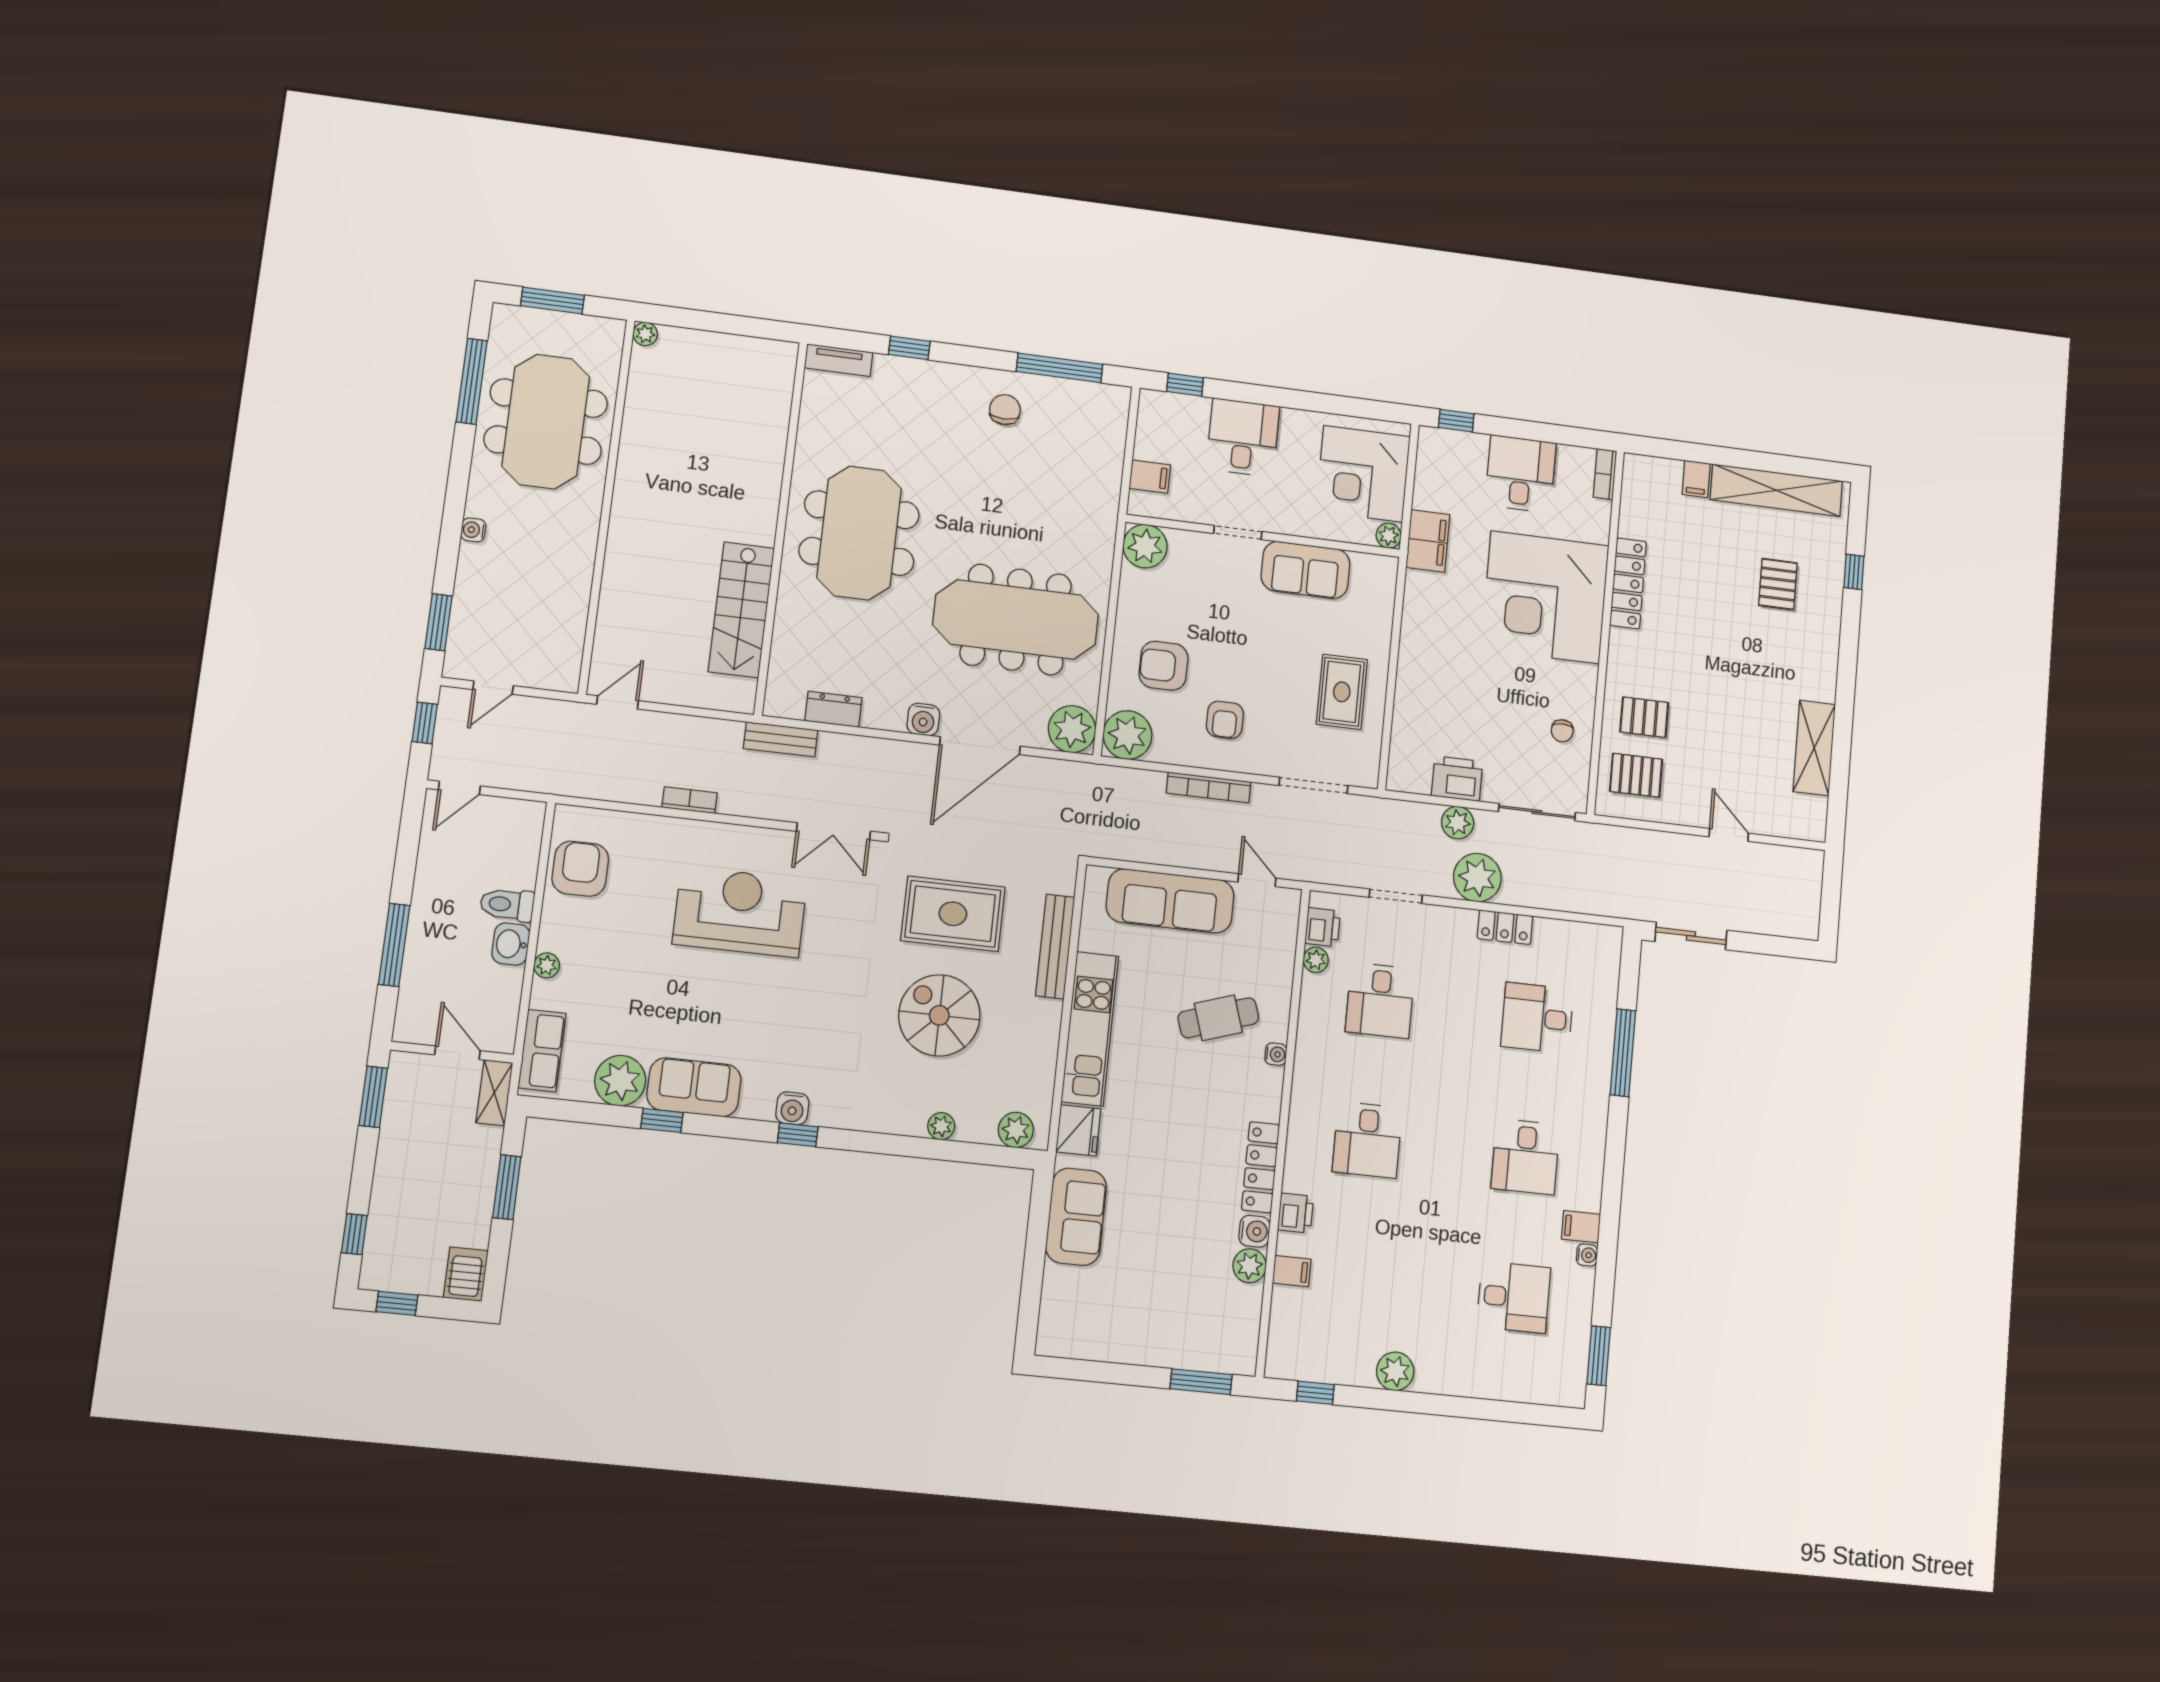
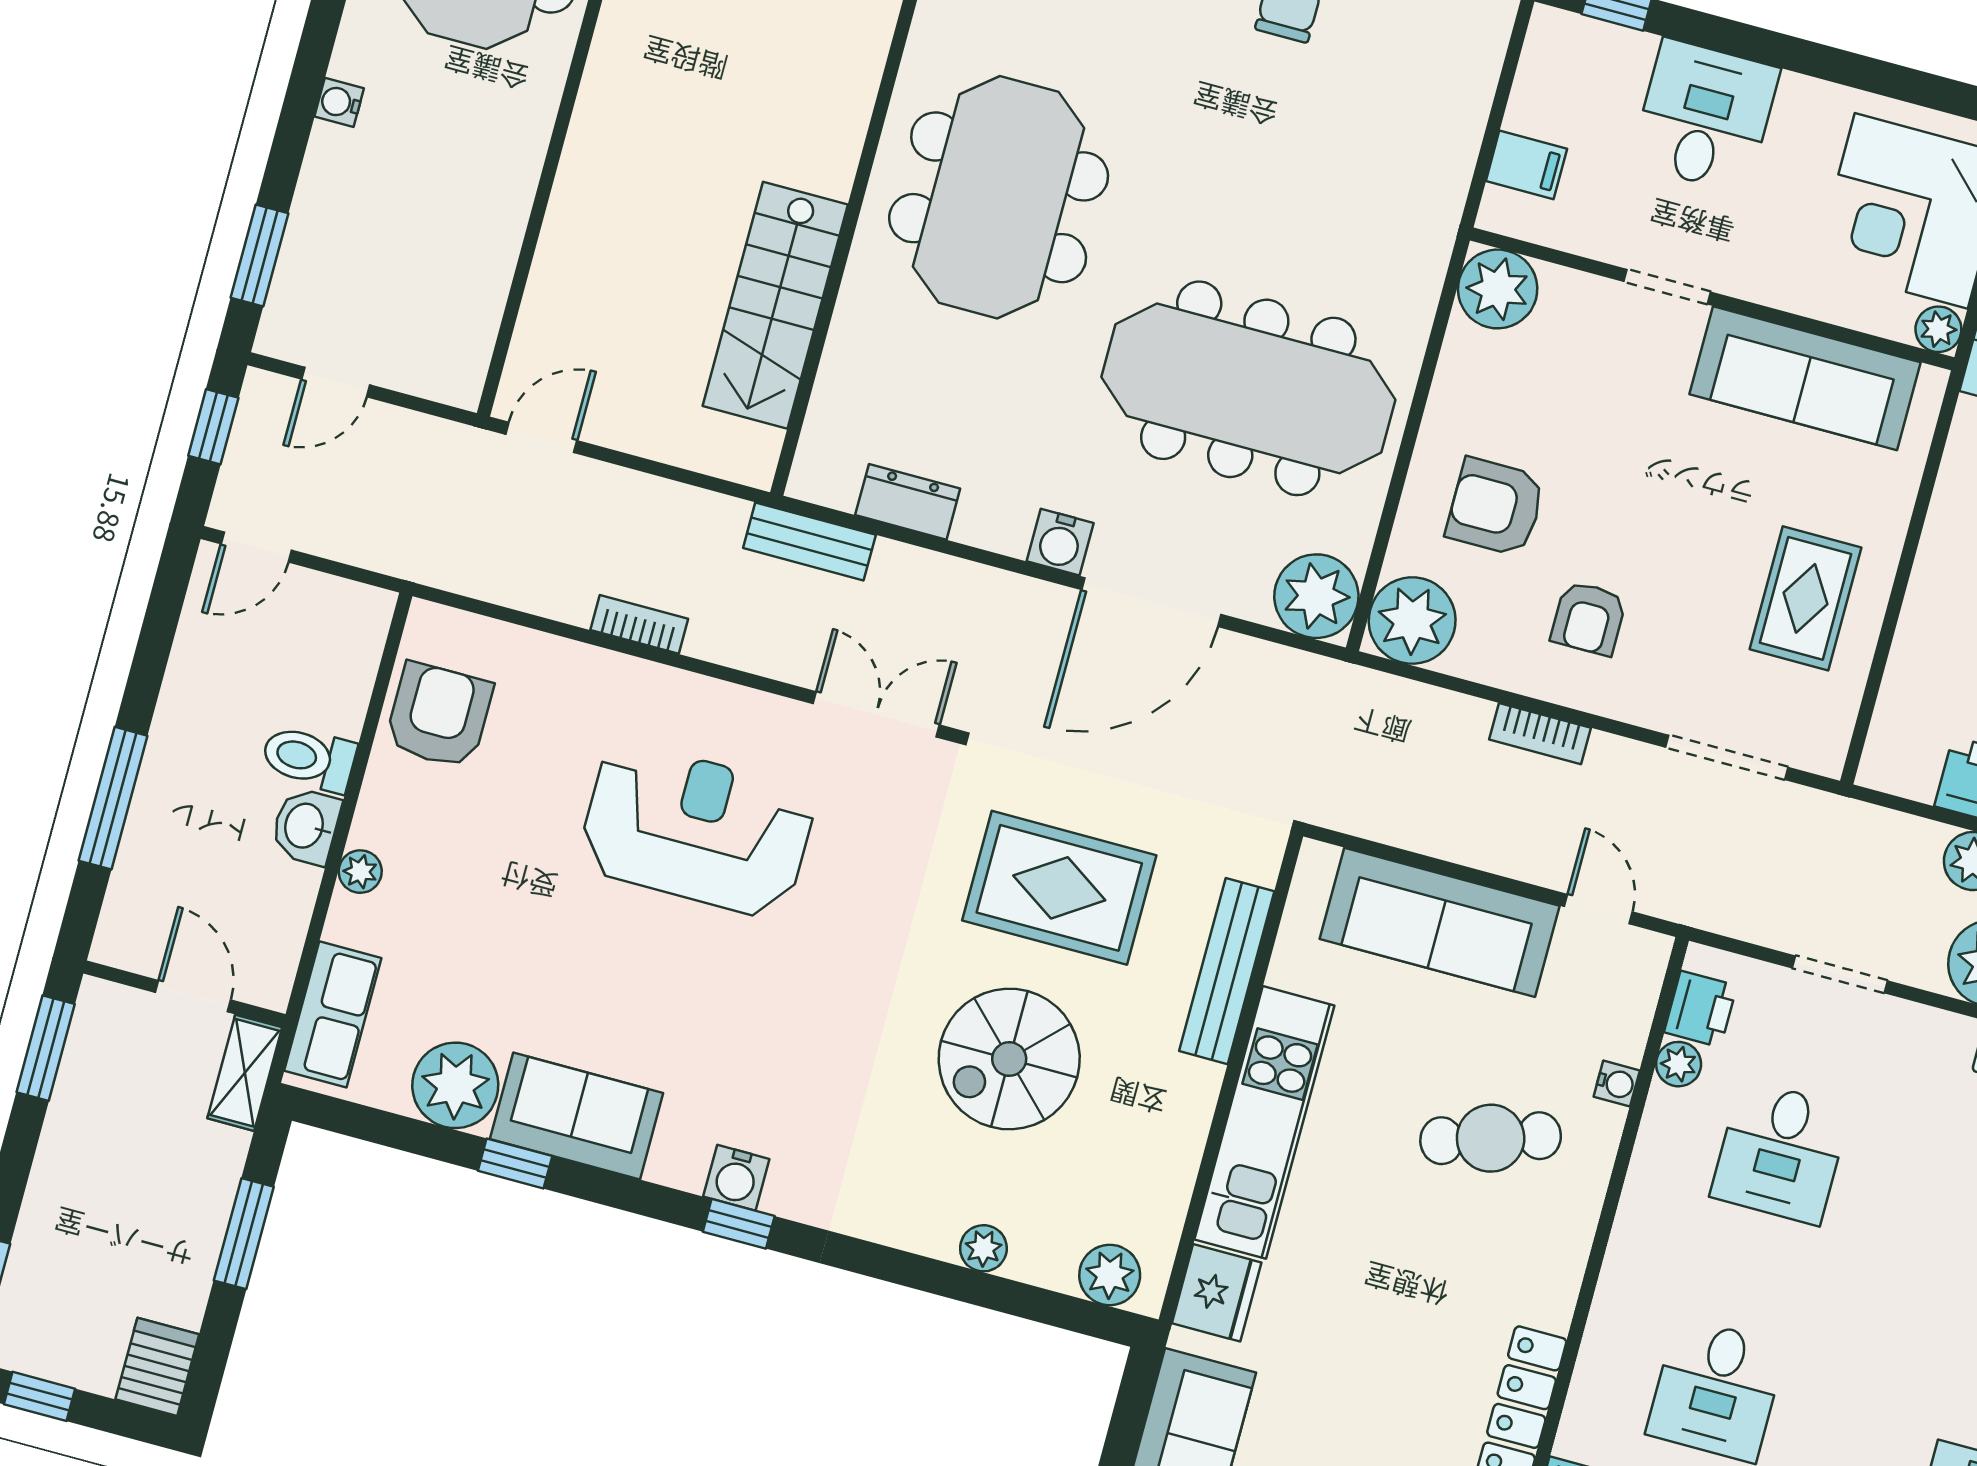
sofa: (1306, 570) -> (1805, 378), width x1.36
bookcase: (1209, 787) -> (1540, 734), width x0.64
double door: (833, 831) -> (876, 714), swing flipped
spiral stairs: (939, 1015) -> (1009, 1059), turned -90
water cooler: (1276, 1054) -> (1617, 1084), moved

